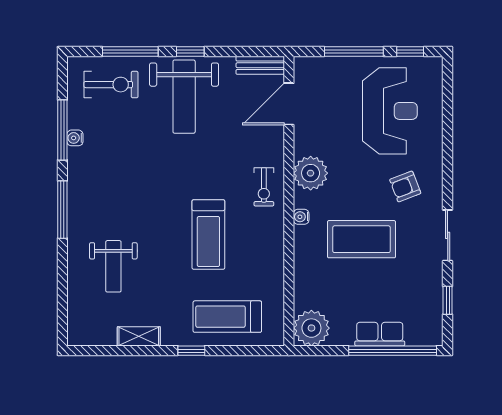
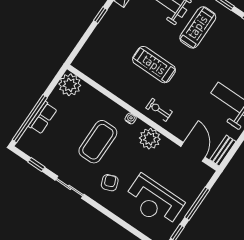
treadmill: (227, 317) -> (198, 27), moved

